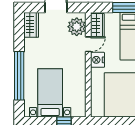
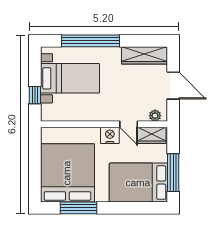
wardrobe: (31, 25) -> (144, 55), width x1.50
plant: (77, 27) -> (155, 116), width x0.53, depth x0.53

